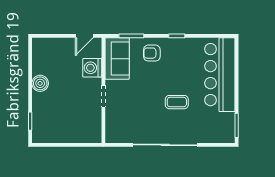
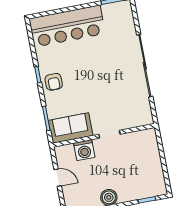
door: (84, 36) -> (58, 178), moved
armchair: (152, 53) -> (54, 82), moved
coffee table: (177, 102) -> (101, 62), removed

